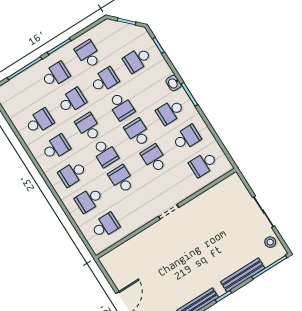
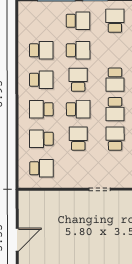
school desk: (105, 80) -> (115, 50), removed
school desk: (138, 132) -> (115, 109), turned 180
school desk: (105, 153) -> (78, 109), turned -90

